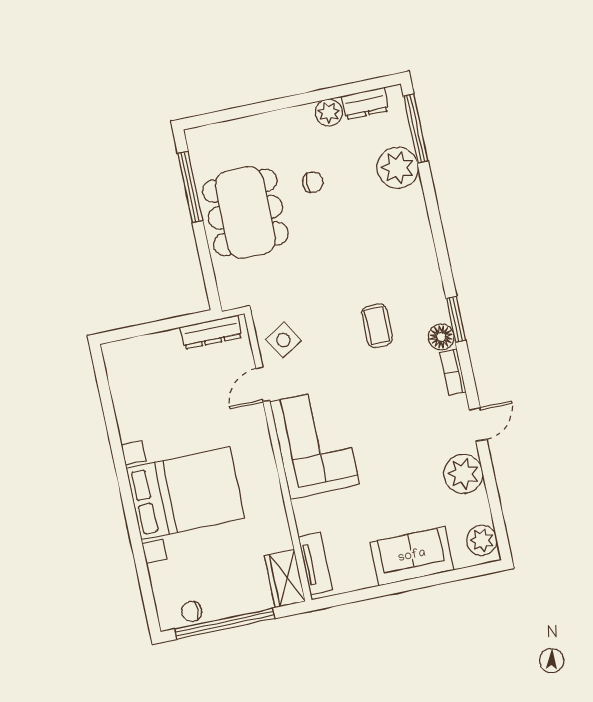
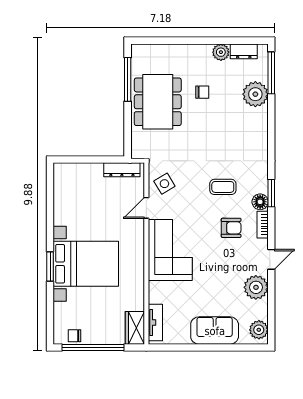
coffee table: (377, 326) -> (223, 187), turned 90
armchair: (404, 388) -> (231, 228), added
window: (130, 510) -> (50, 266), added

